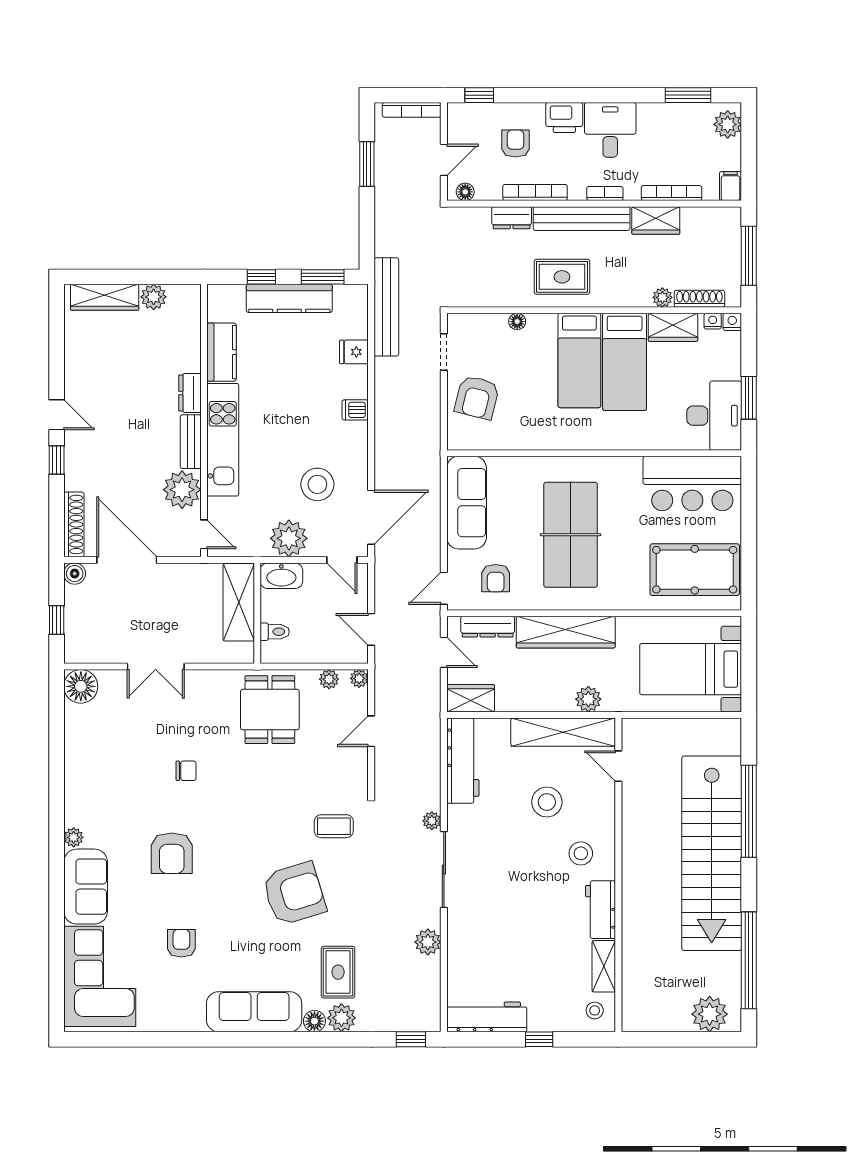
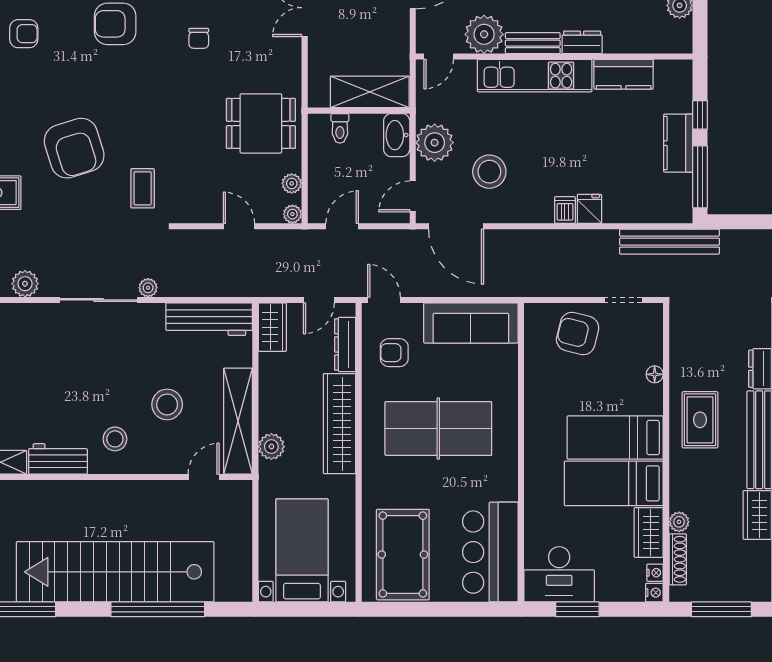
window: (323, 277) -> (700, 177), width x1.44
kitchen counter: (289, 298) -> (678, 143), width x0.67
fridge: (354, 352) -> (589, 209), moved

